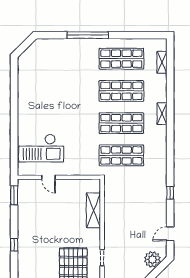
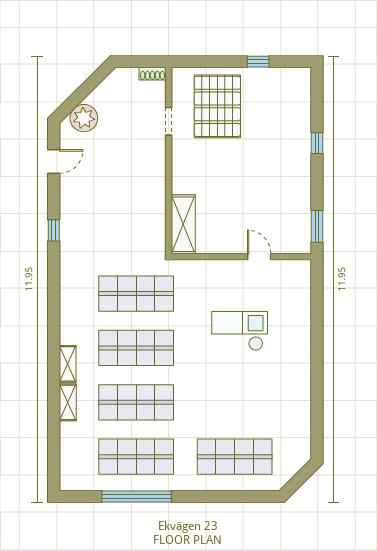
window: (88, 35) -> (137, 496), moved
shop shelf: (63, 59) -> (235, 457), added
shelving: (162, 62) -> (68, 402), moved
checkout: (41, 148) -> (240, 331), moved, width x0.73, depth x0.83
shelving: (93, 210) -> (183, 224), moved

